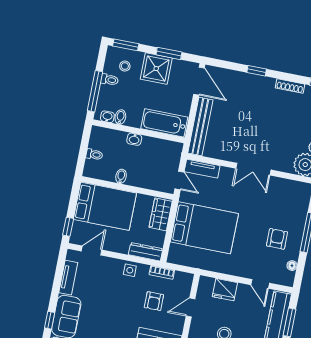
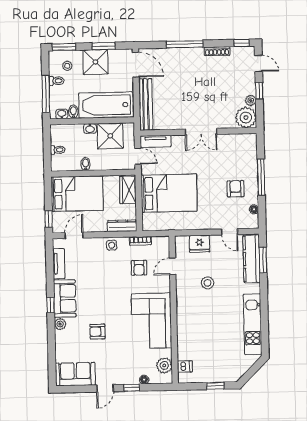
window: (257, 71) -> (185, 44), width x2.17
bathtub: (164, 123) -> (106, 105), width x1.36, depth x1.36
shower: (154, 152) -> (110, 136), added

